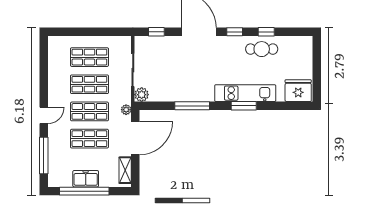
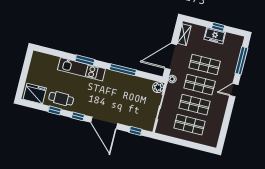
fridge: (298, 91) -> (35, 94), moved, turned 180
window: (84, 191) -> (218, 27), width x0.32

